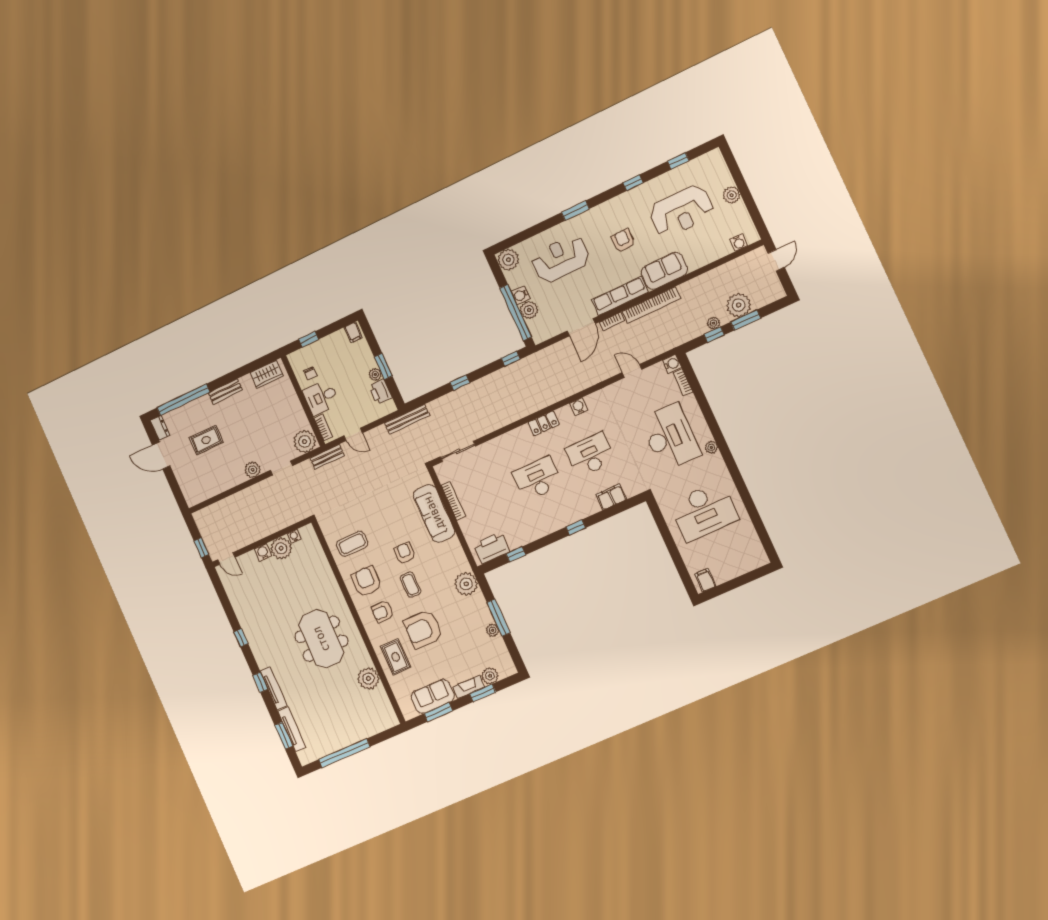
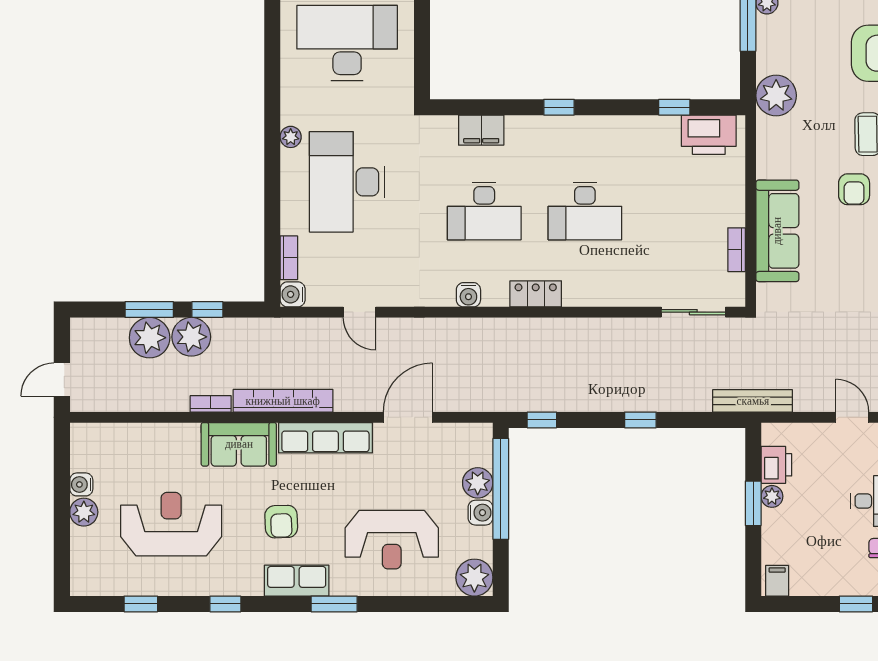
row of seats: (601, 213) -> (297, 581), added
water cooler: (739, 242) -> (81, 484), moved, turned -90
bookcase: (612, 321) -> (211, 404), moved
plant: (714, 323) -> (191, 337), width x1.87, depth x1.87
bookcase: (453, 501) -> (737, 250), width x0.64

